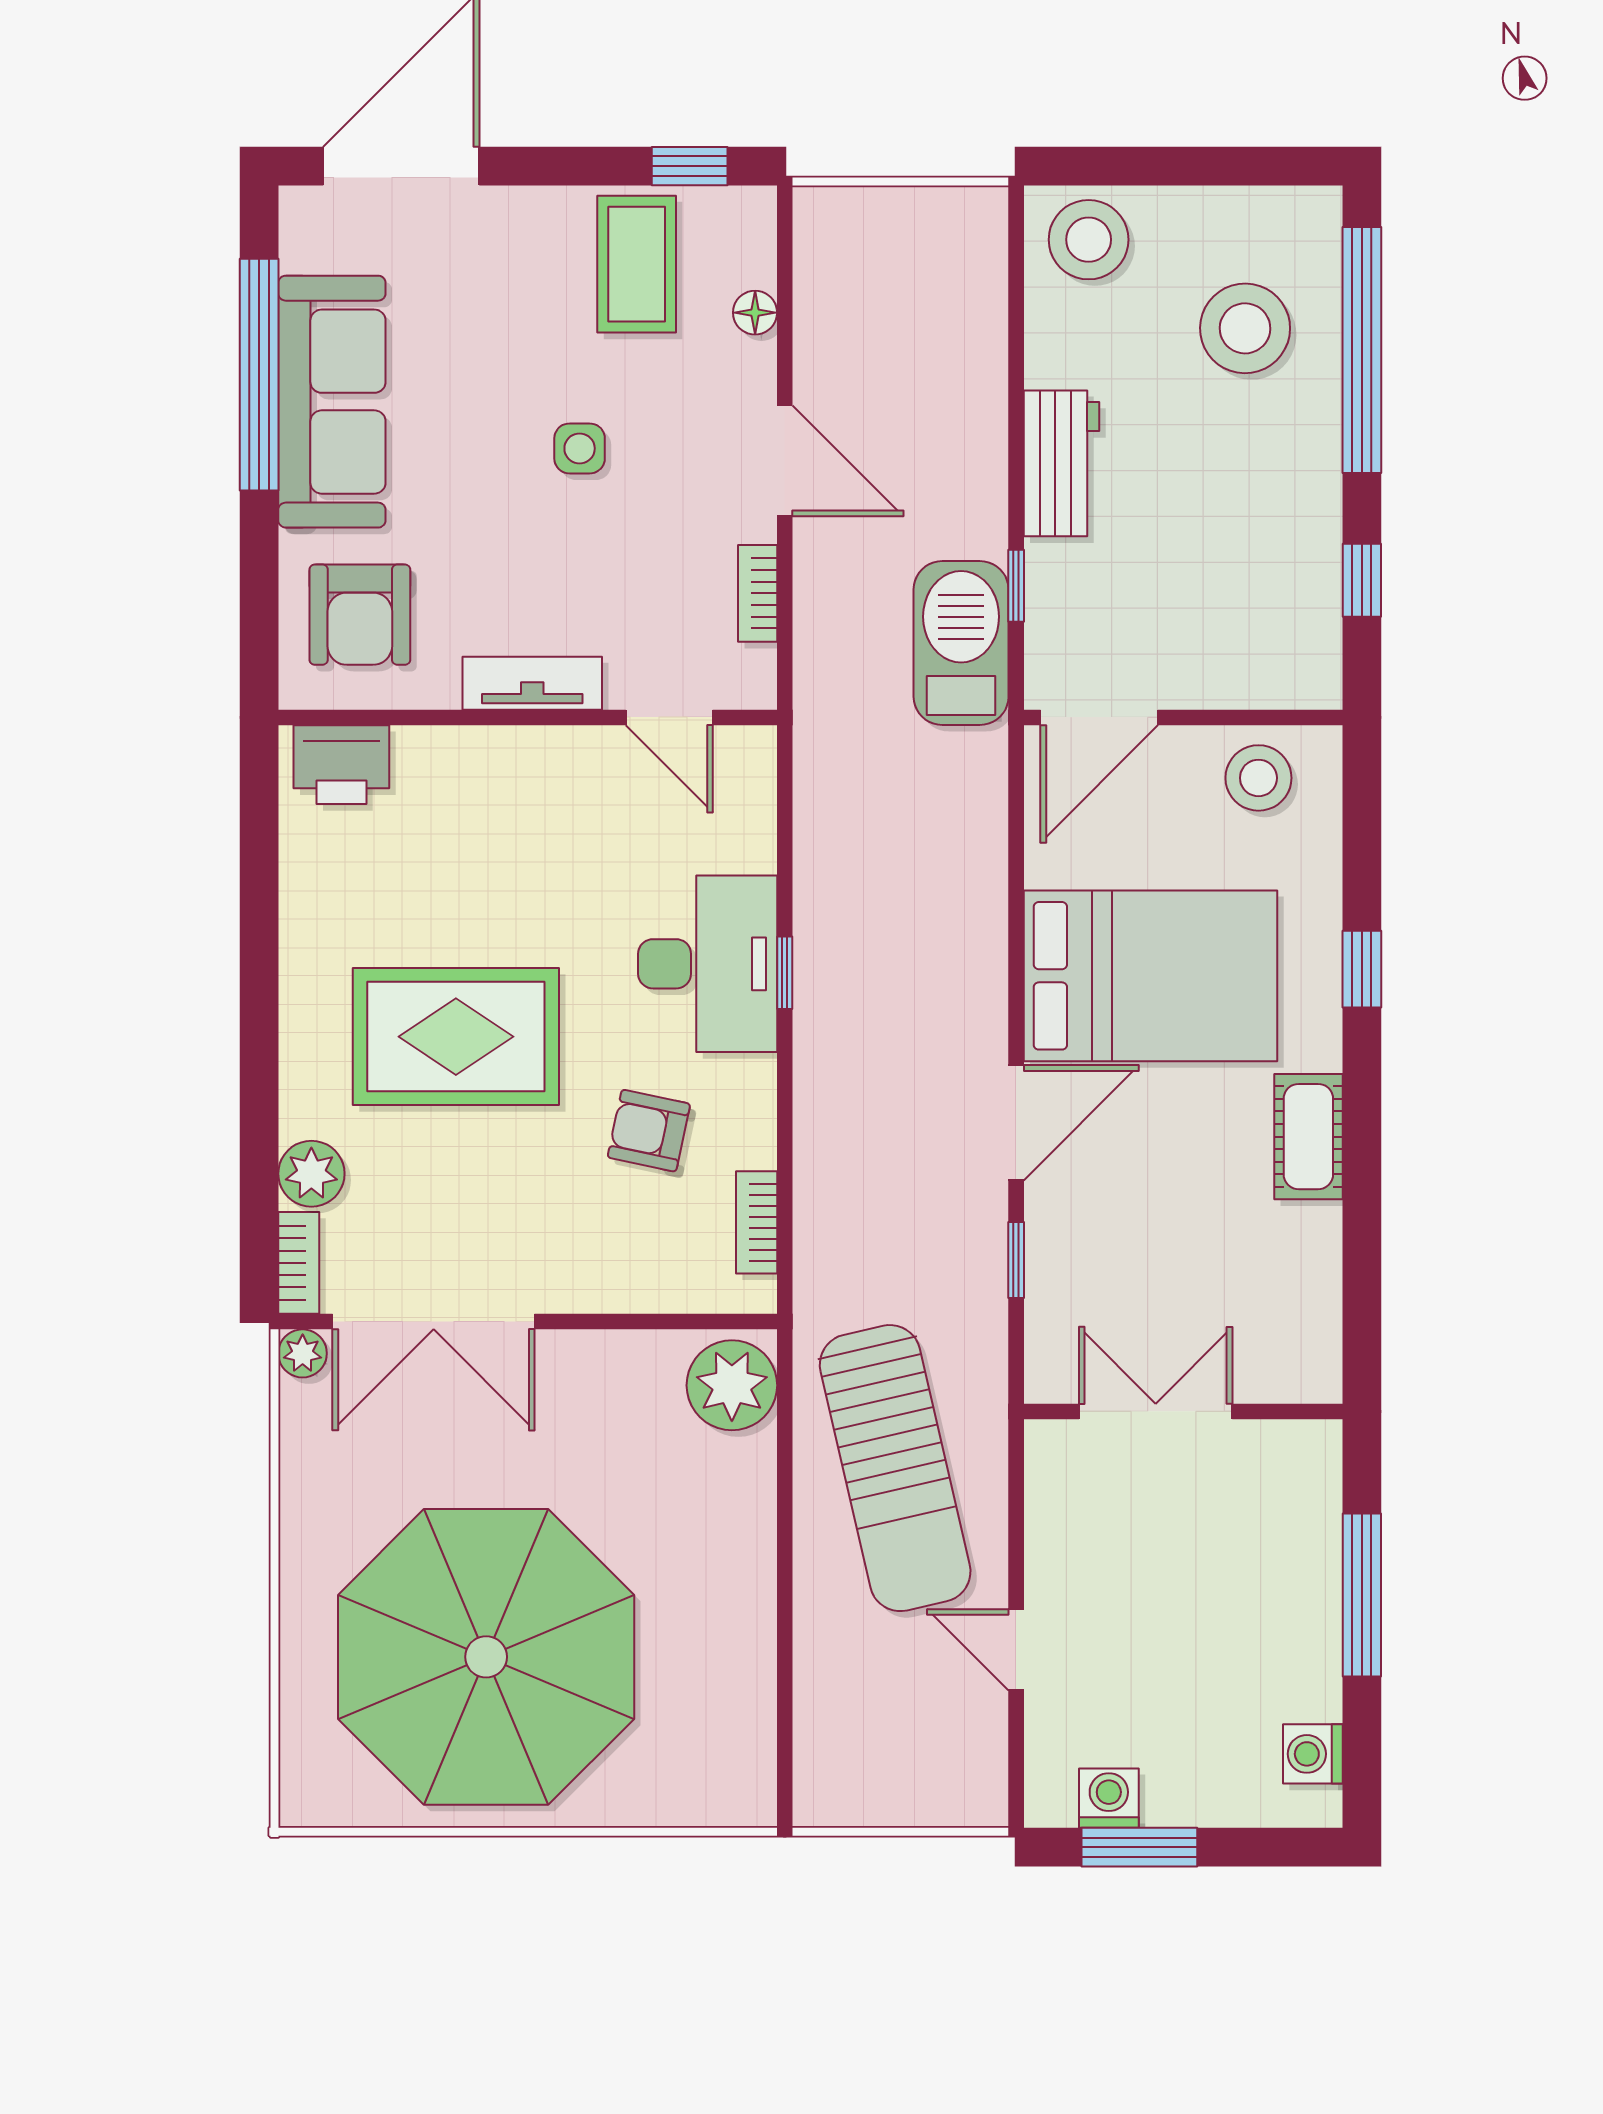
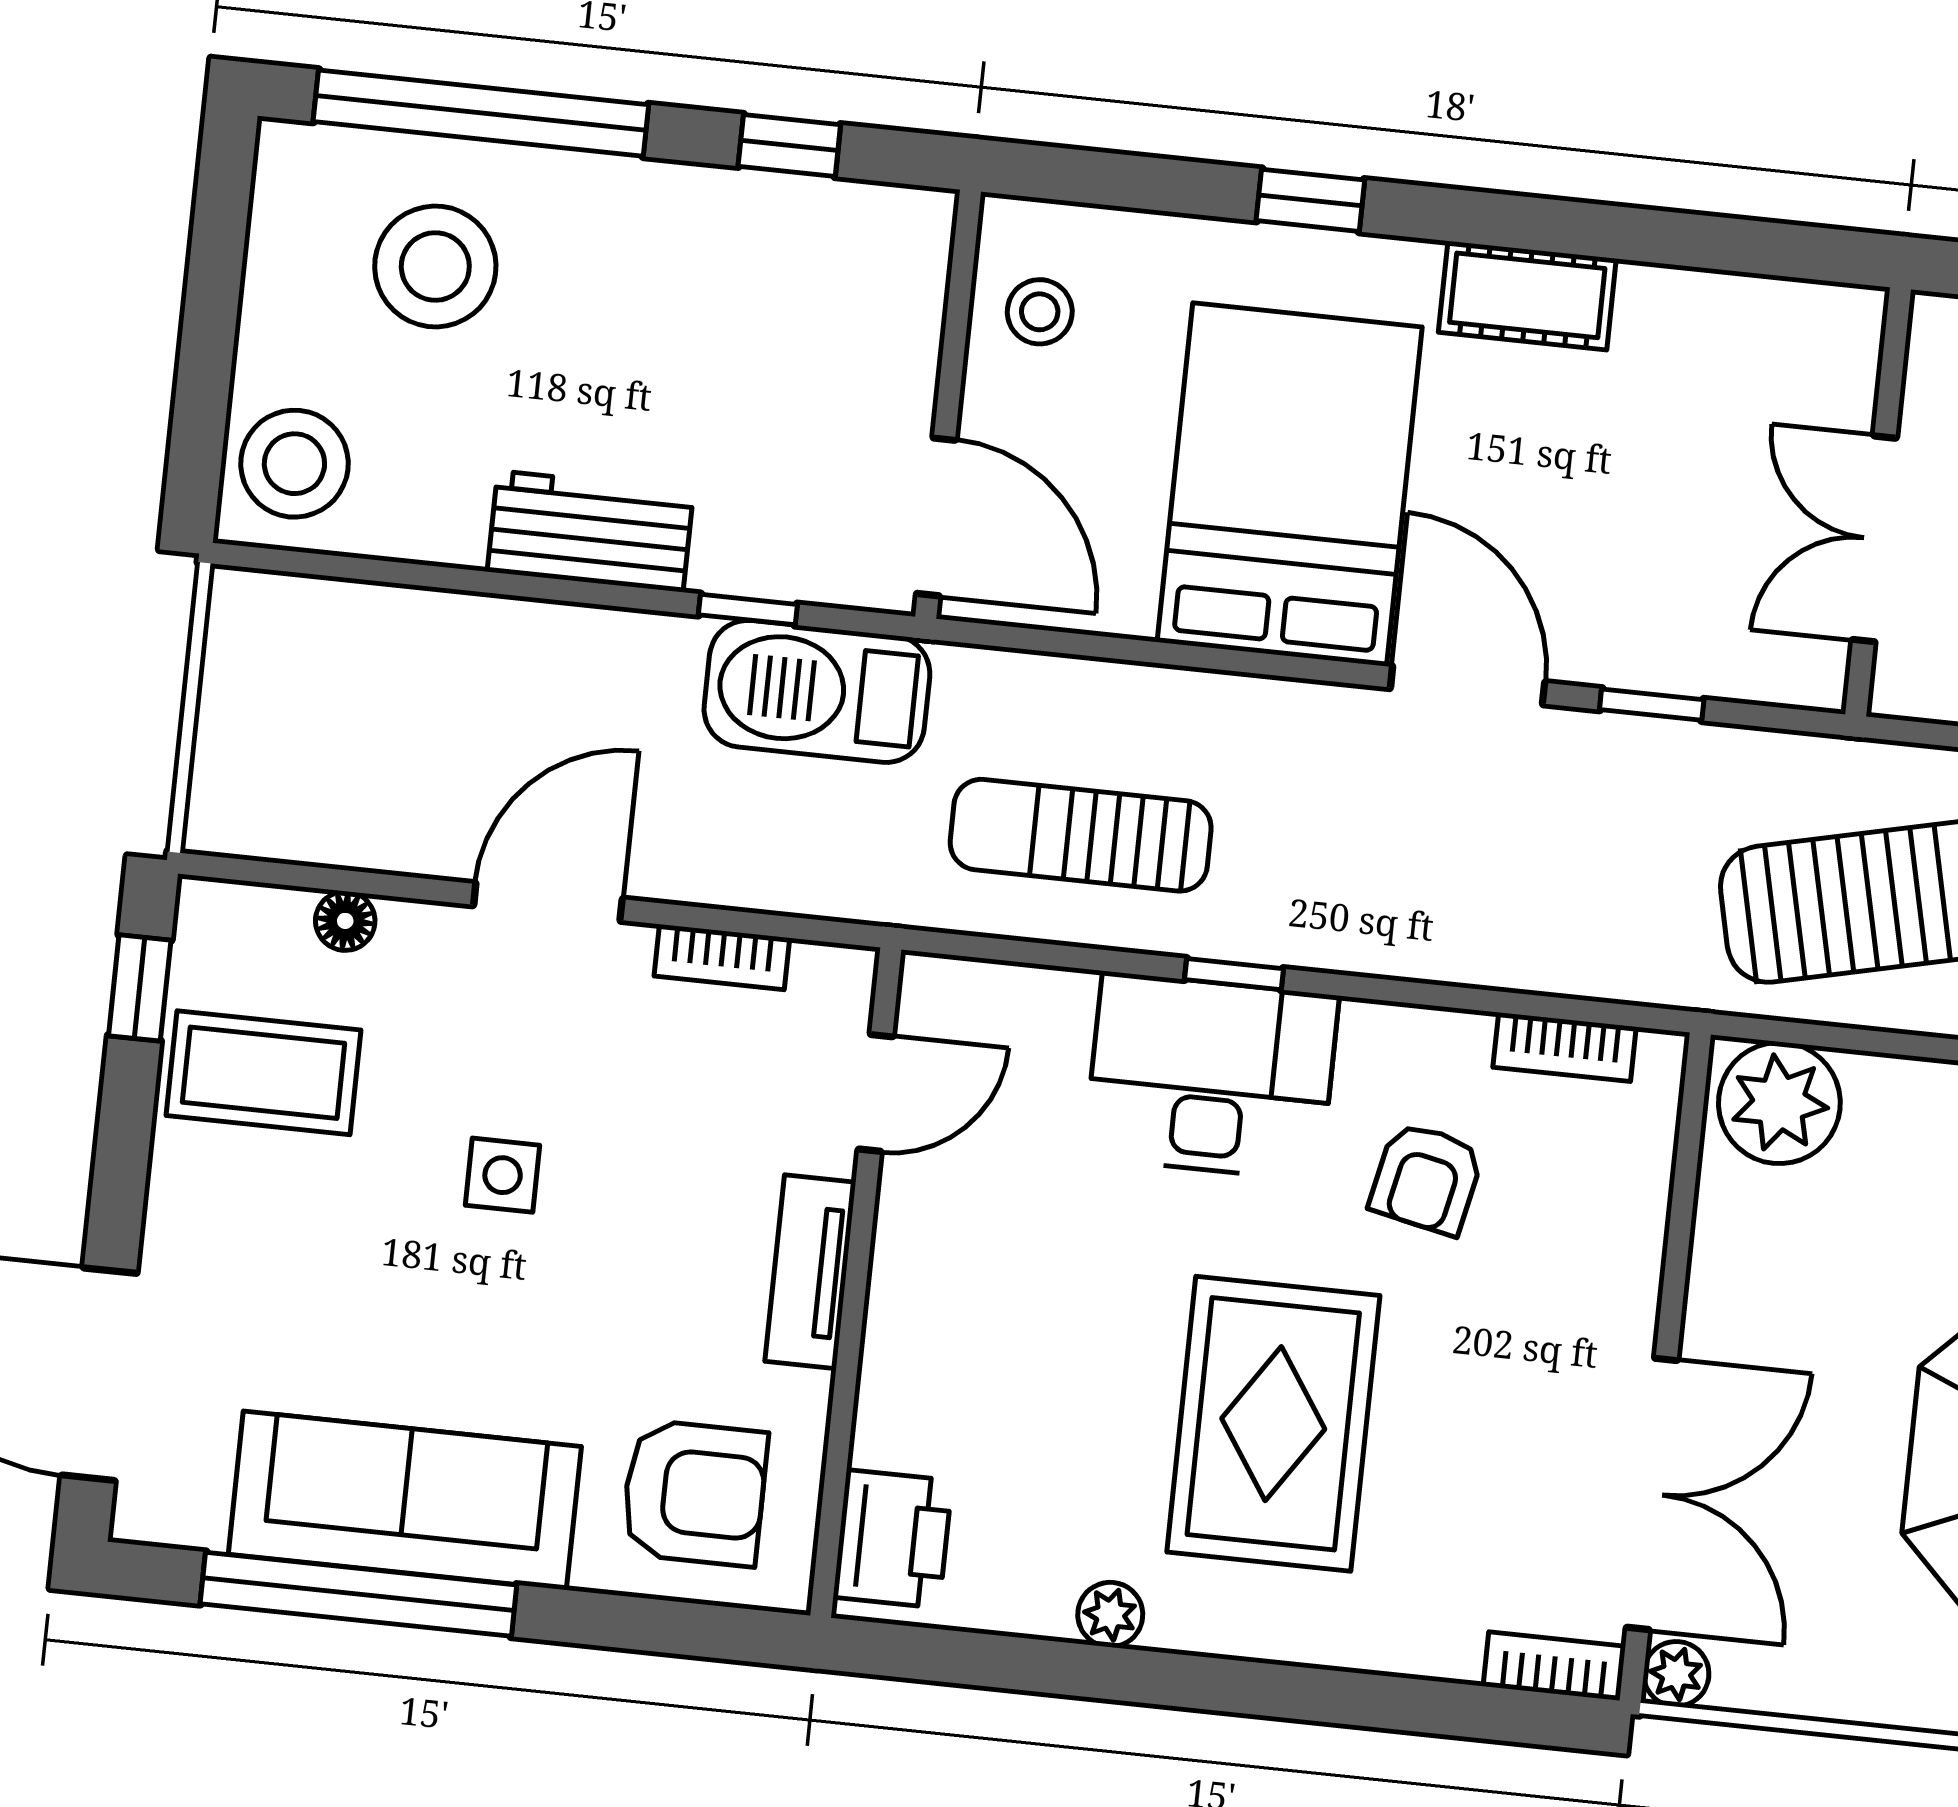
stool: (1258, 778) -> (1040, 312), width x0.73, depth x0.73
sun lounger: (875, 849) -> (1081, 835), added
plant: (311, 1174) -> (1110, 1615), moved, width x0.73, depth x0.73

